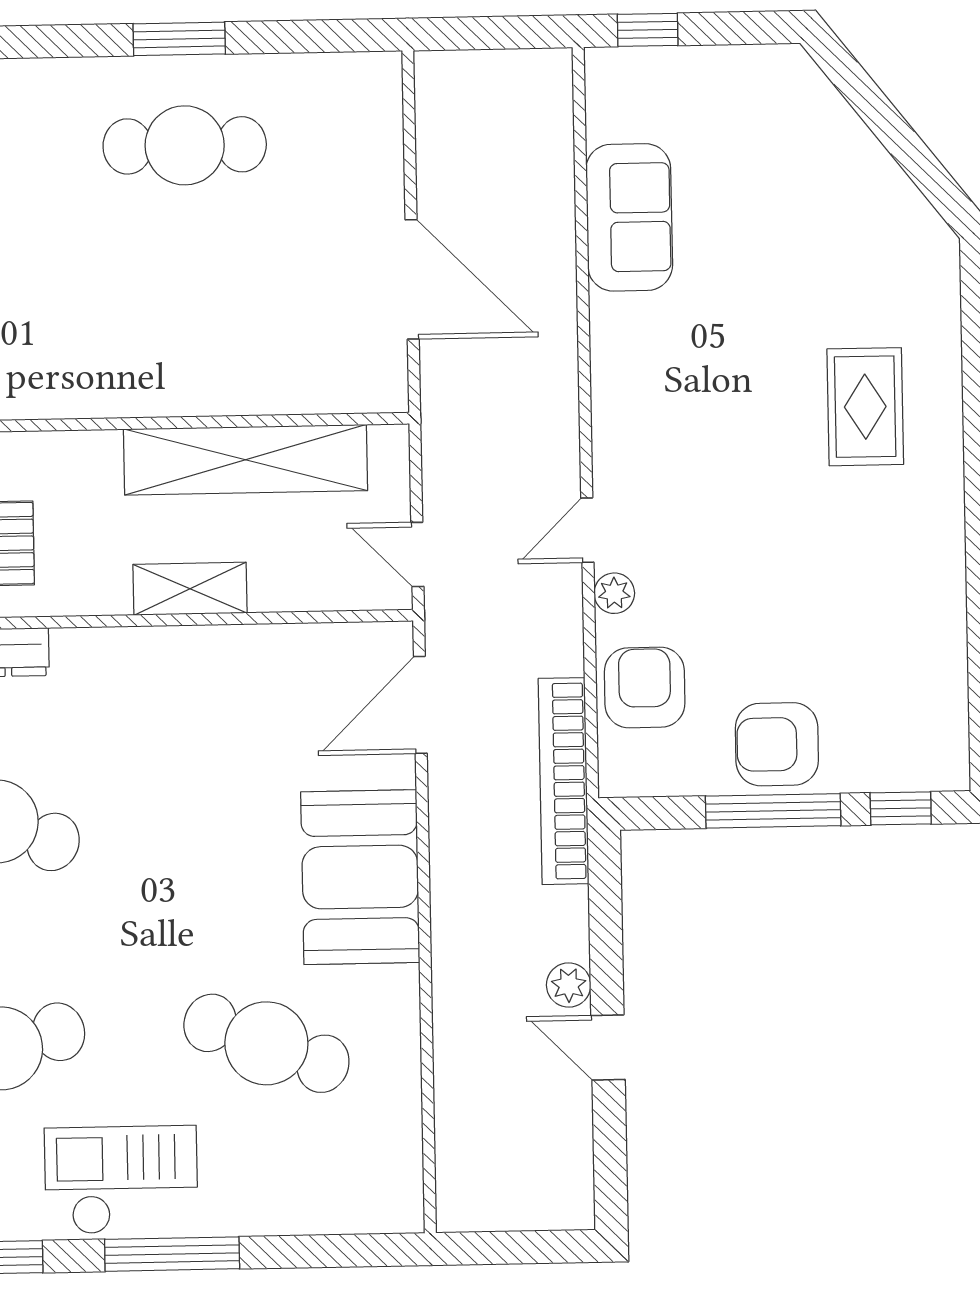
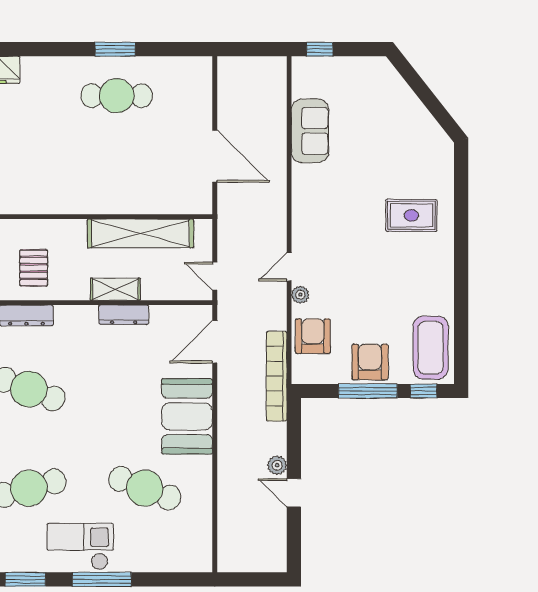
rug: (865, 407) -> (411, 215), turned 90
dresser: (210, 647) -> (124, 315), added
coffee table: (915, 709) -> (431, 348), added
armchair: (777, 744) -> (370, 362), turned 90

